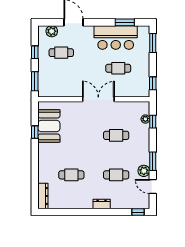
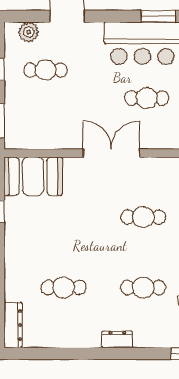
booth: (49, 126) -> (33, 176), moved, turned 90

